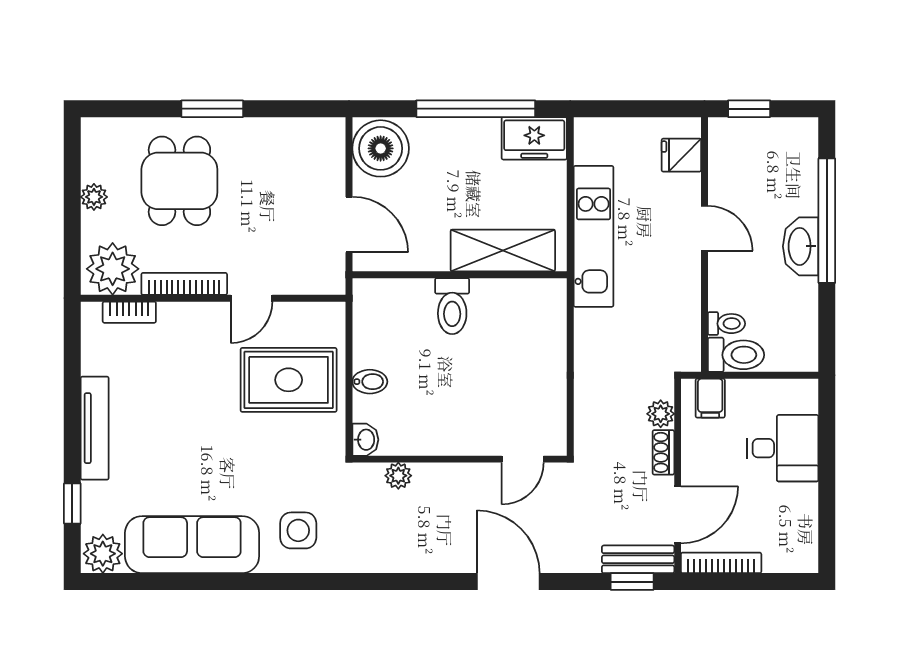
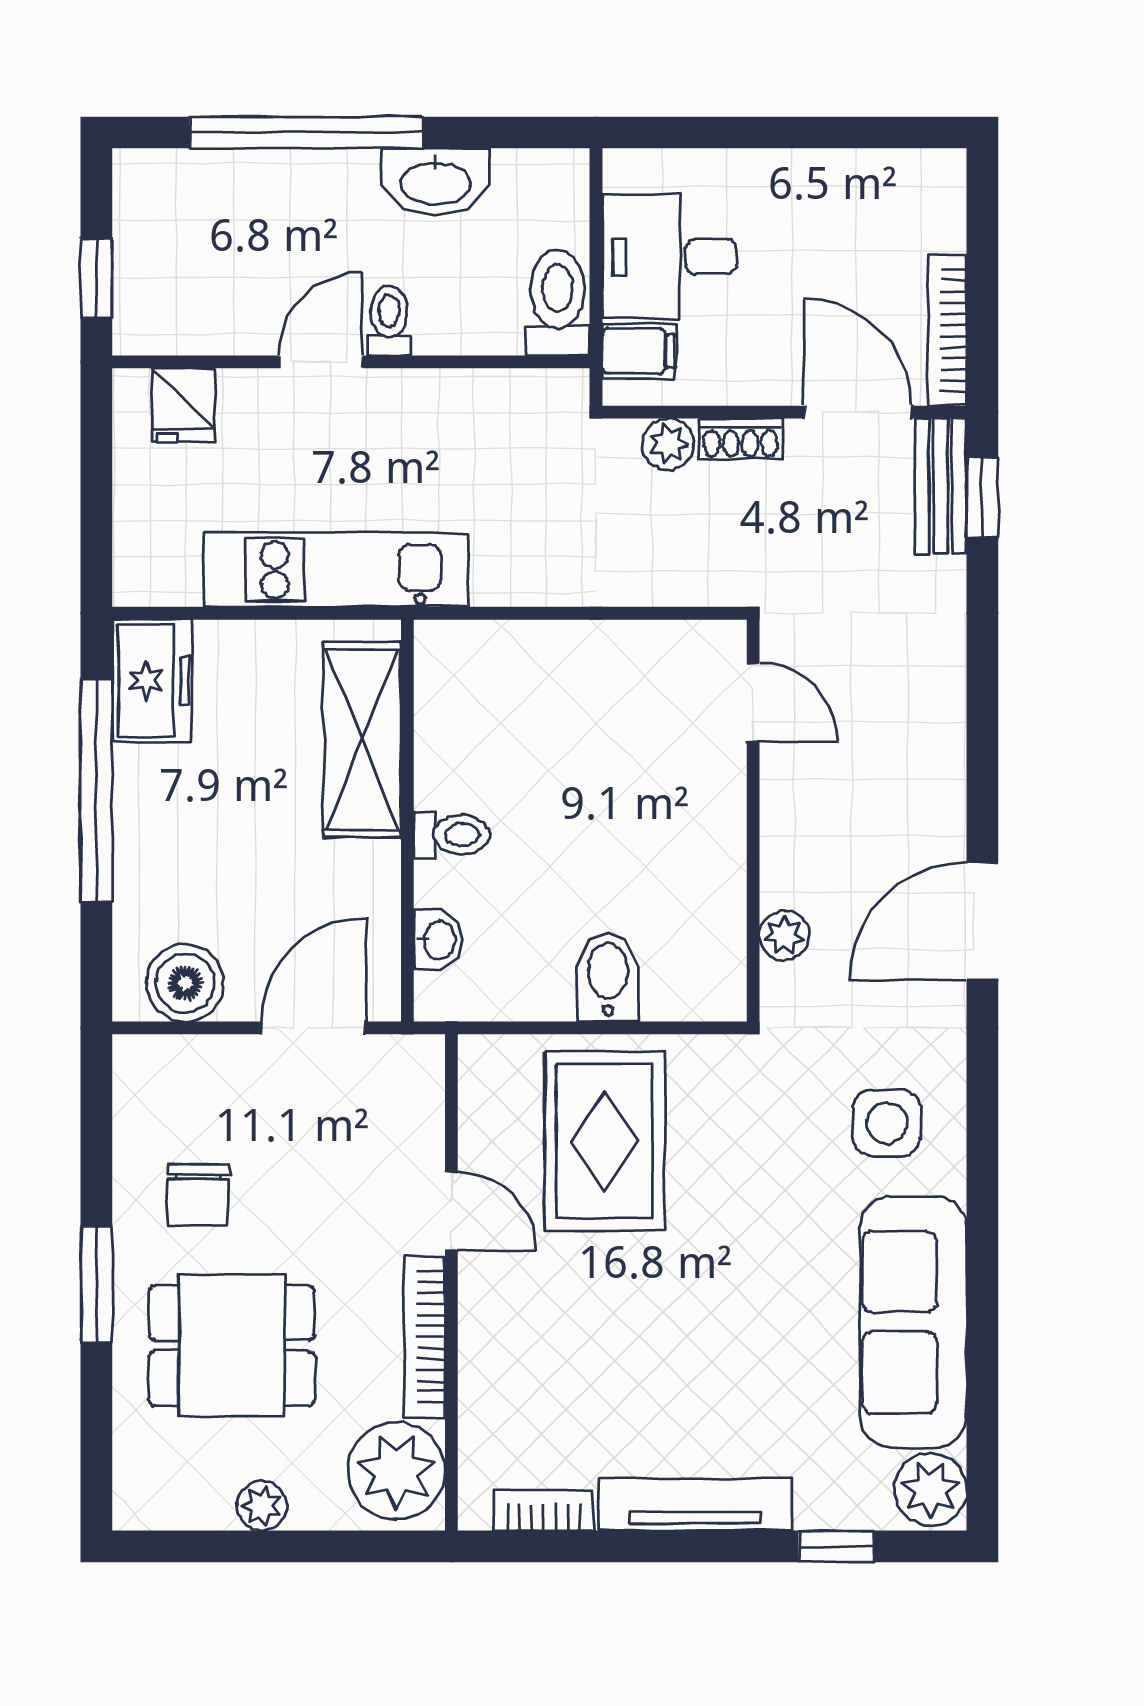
boiler: (381, 148) -> (185, 983), width x0.73, depth x0.73
chair: (260, 163) -> (198, 1195), added
washbasin: (801, 246) -> (435, 181), moved
toilet: (452, 306) -> (452, 835), width x0.73, depth x0.72
bookcase: (129, 312) -> (544, 1511), moved, turned -90
toilet: (726, 324) -> (389, 321), moved
bidet: (370, 382) -> (608, 977), width x1.38, depth x1.36
washbasin: (365, 440) -> (438, 940), moved, turned 90
desk: (783, 448) -> (669, 256), moved, turned -90
door: (508, 582) -> (982, 921), moved

